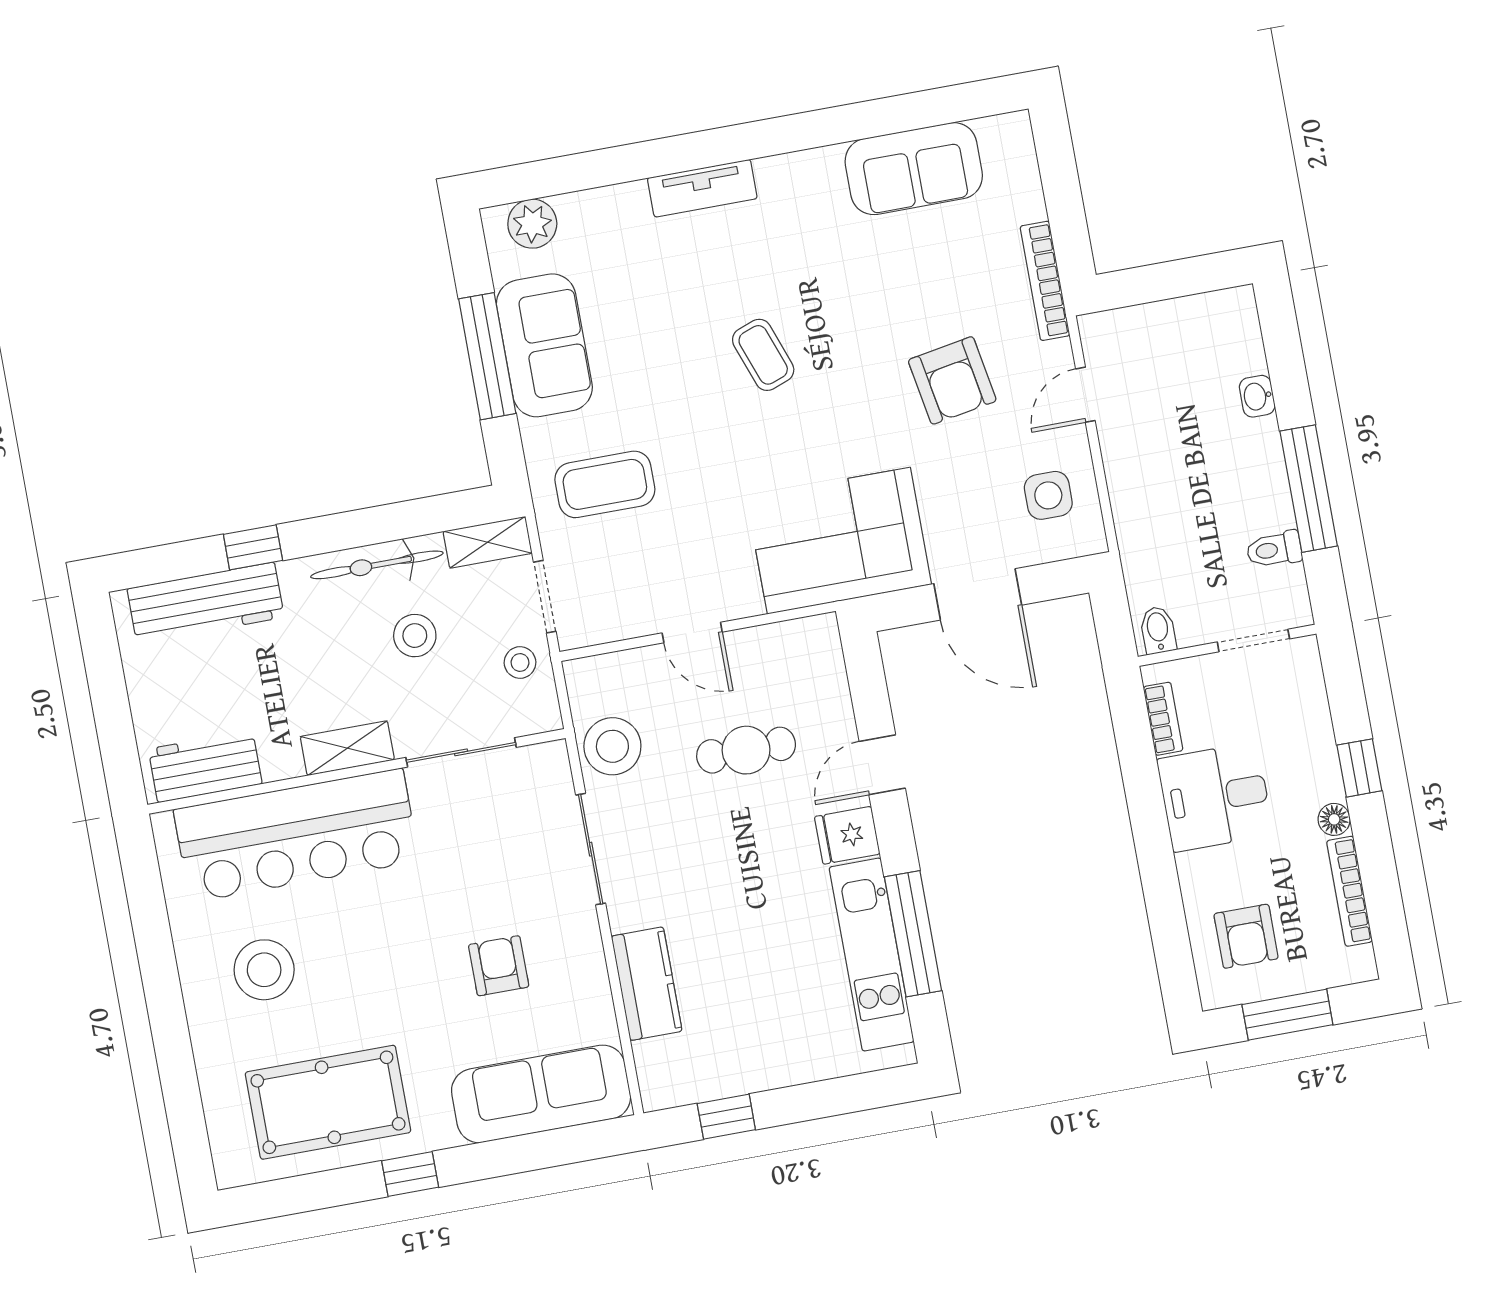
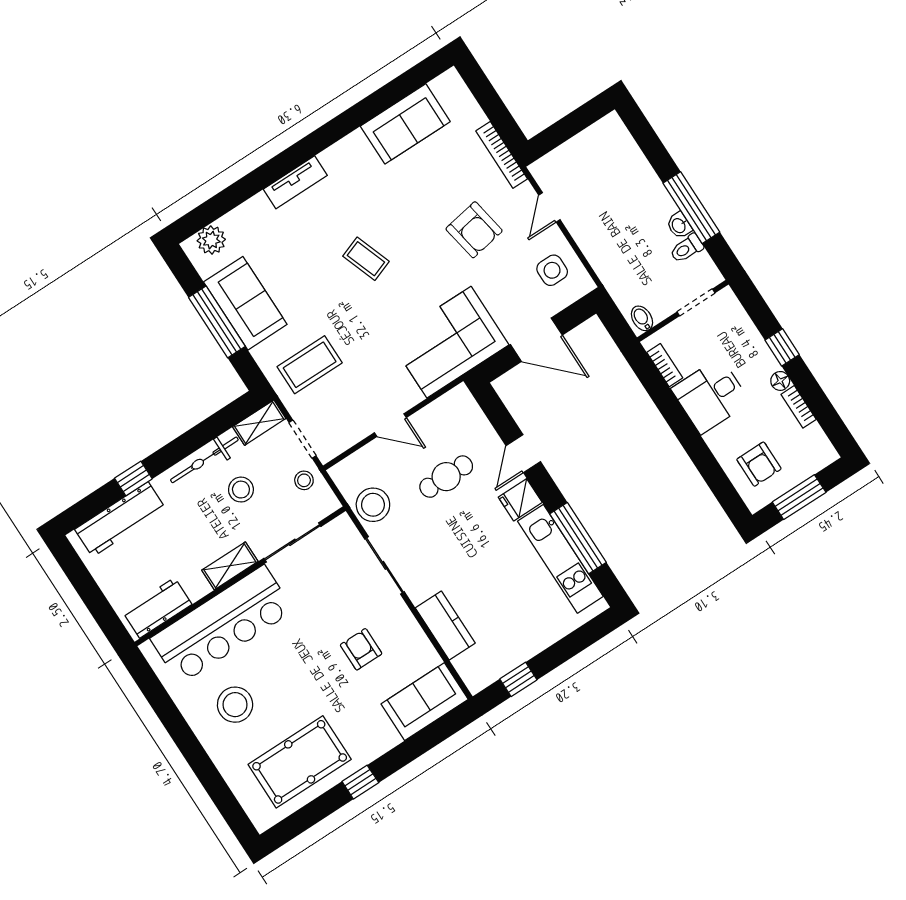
washbasin: (1257, 396) -> (679, 225), moved
bookcase: (1349, 891) -> (799, 407), width x0.64
sofa: (541, 1094) -> (425, 702), width x0.73

